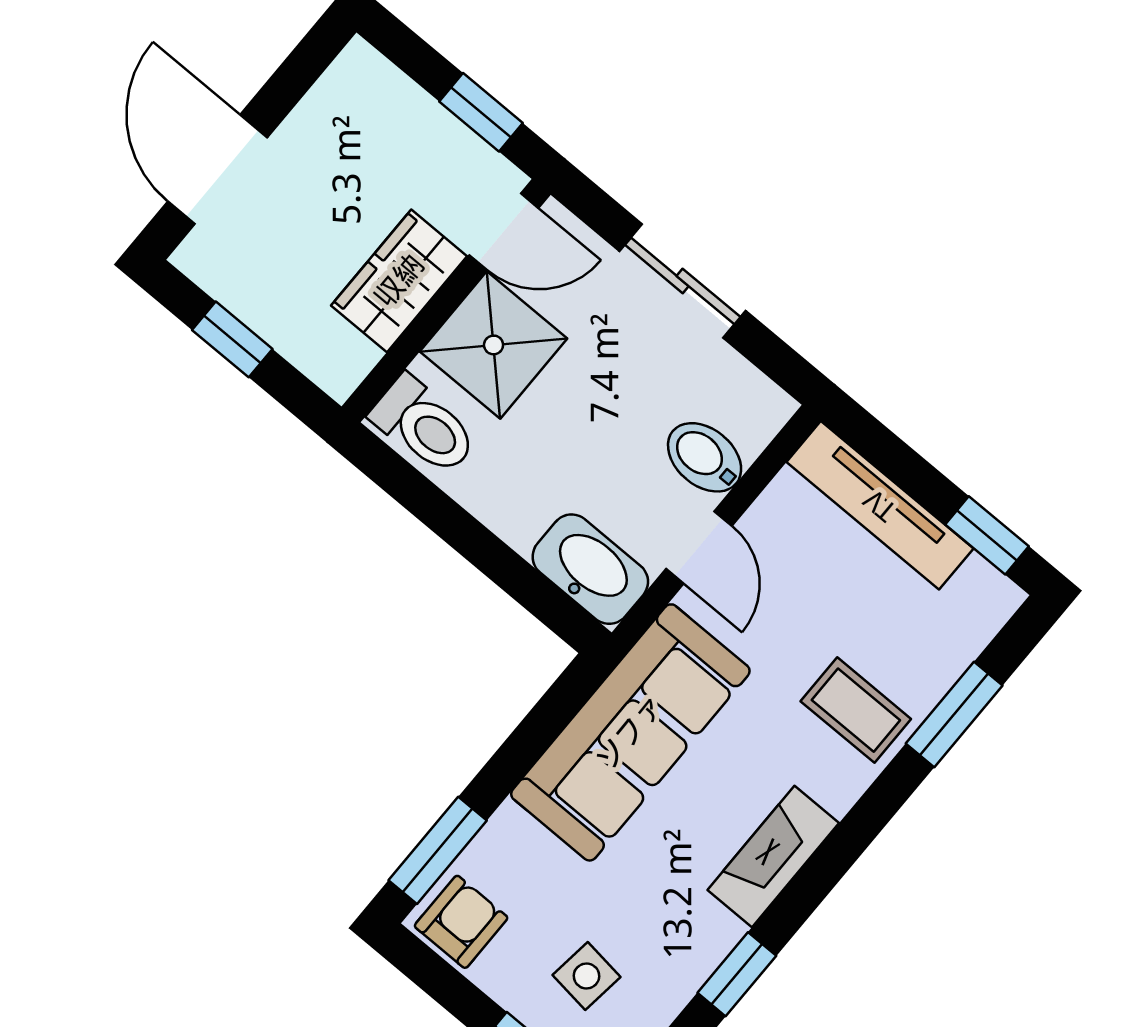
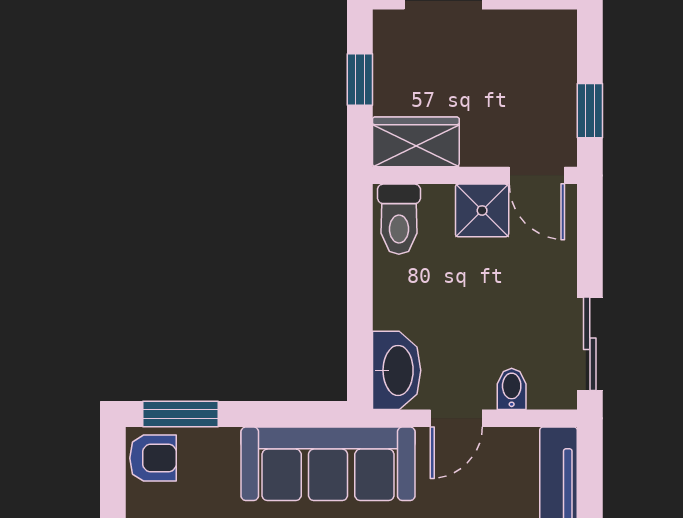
wardrobe: (399, 281) -> (416, 142), moved
sliding door: (683, 281) -> (590, 344), moved
shower: (494, 345) -> (482, 210), width x0.73, depth x0.73
bidet: (705, 457) -> (512, 389), width x0.72, depth x0.74

